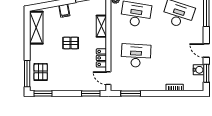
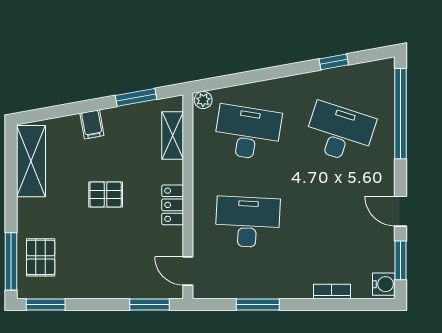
shelving: (101, 26) -> (173, 135), moved
locker: (101, 58) -> (173, 205), moved
water cooler: (199, 70) -> (384, 284), moved
window: (131, 94) -> (258, 305), moved

